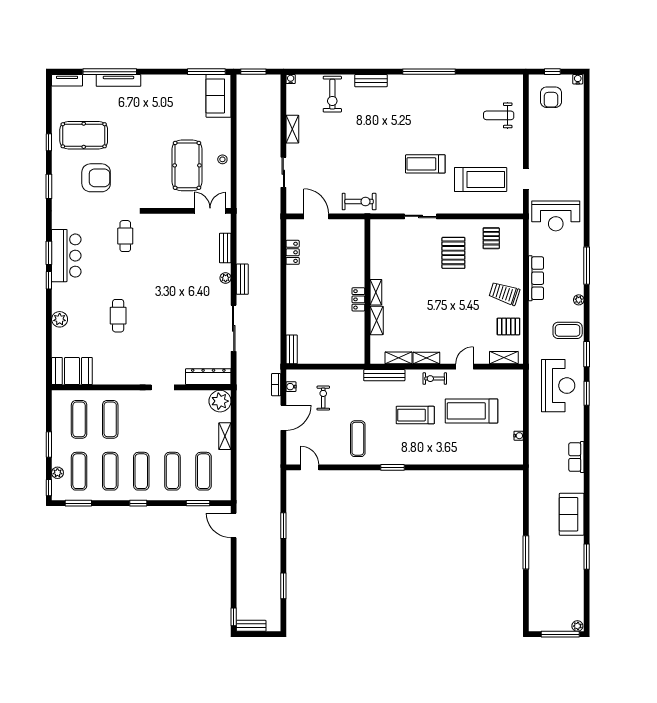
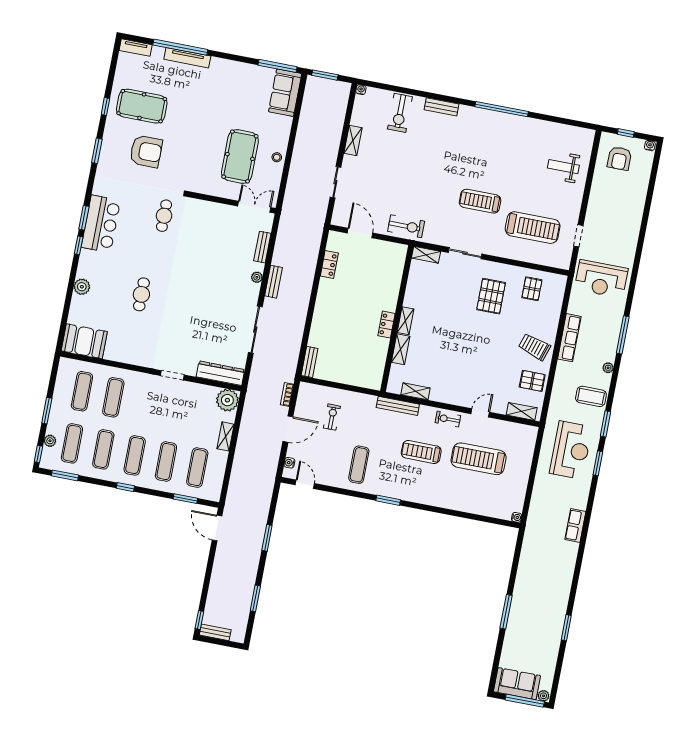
shelving: (426, 358) -> (426, 255), moved
water cooler: (291, 387) -> (289, 463), moved
water cooler: (519, 436) -> (517, 517), moved
sofa: (572, 514) -> (517, 684), moved, turned 90

